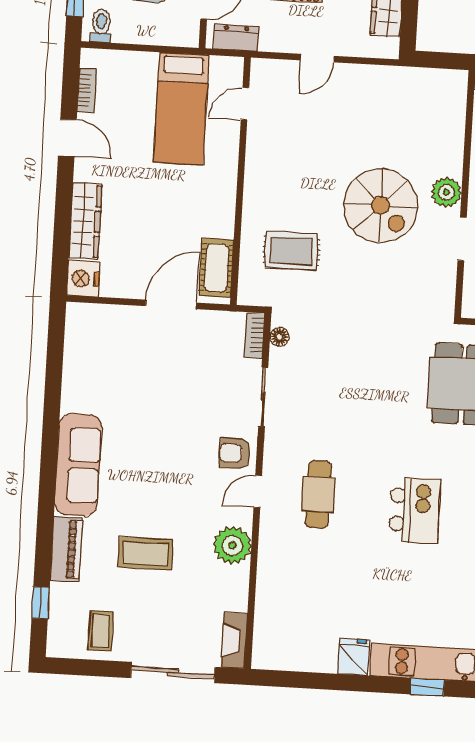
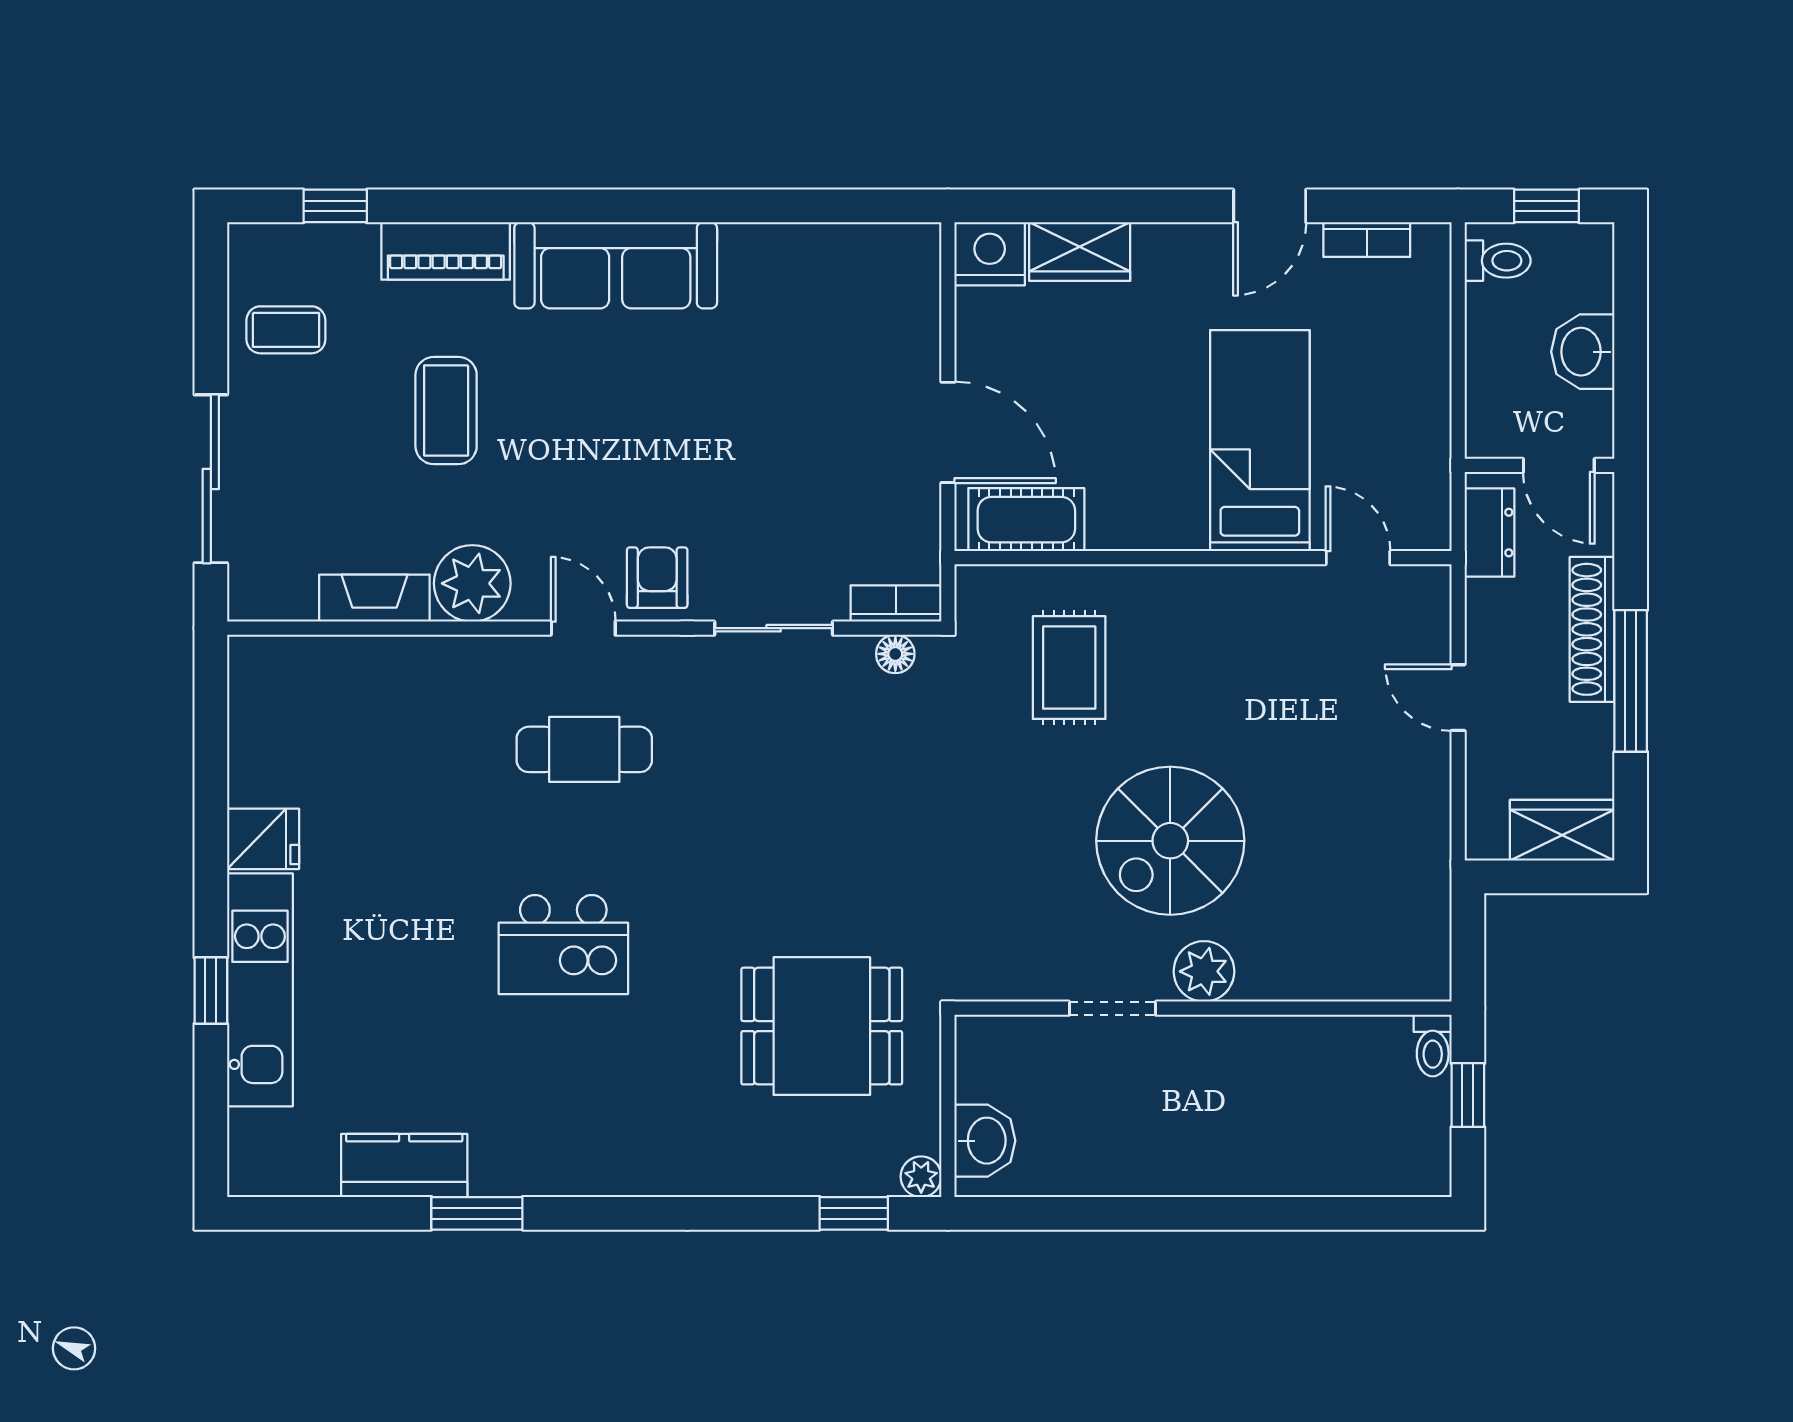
bed: (181, 109) -> (1260, 441), moved, turned 90
wardrobe: (85, 221) -> (1080, 252), width x0.67
fireplace: (234, 640) -> (374, 598), moved

